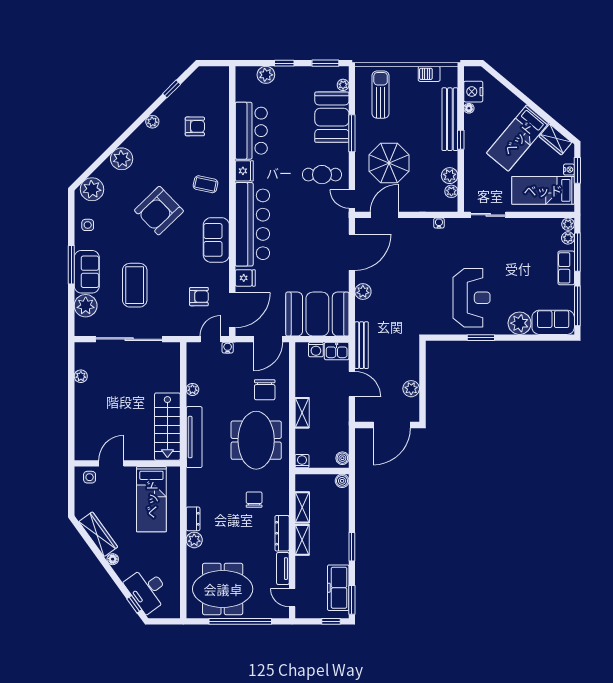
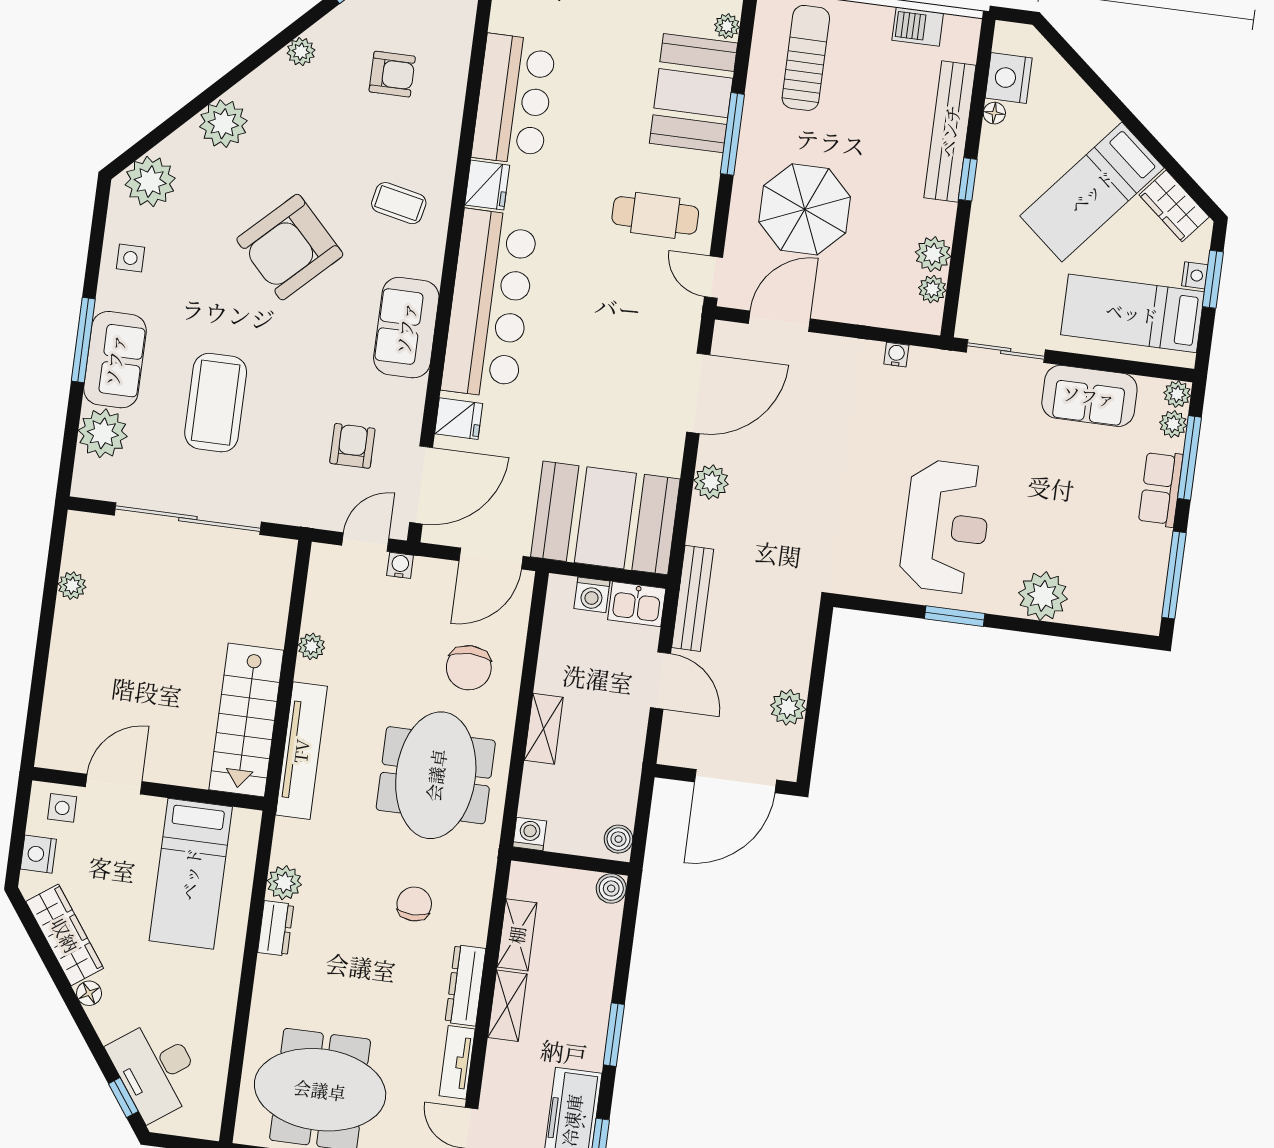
armchair: (199, 297) -> (352, 446), turned -90
sofa: (553, 322) -> (1089, 396), moved, turned 180
nightstand: (82, 499) -> (38, 854), added
plant: (194, 540) -> (284, 883), moved

